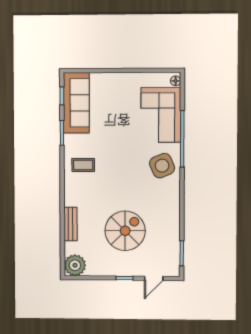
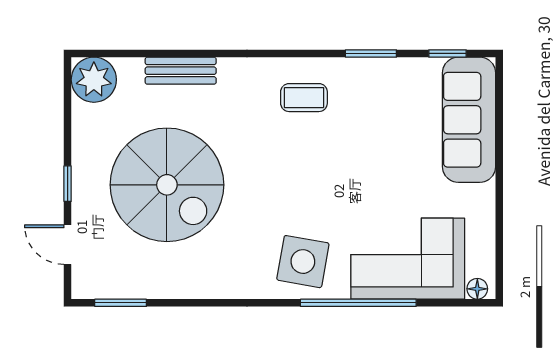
sofa: (76, 103) -> (469, 120), moved, turned 90
coffee table: (83, 165) -> (304, 98), turned 90
side table: (162, 166) -> (303, 262), turned 33
spiral stairs: (125, 231) -> (167, 185), width x1.37, depth x1.37

